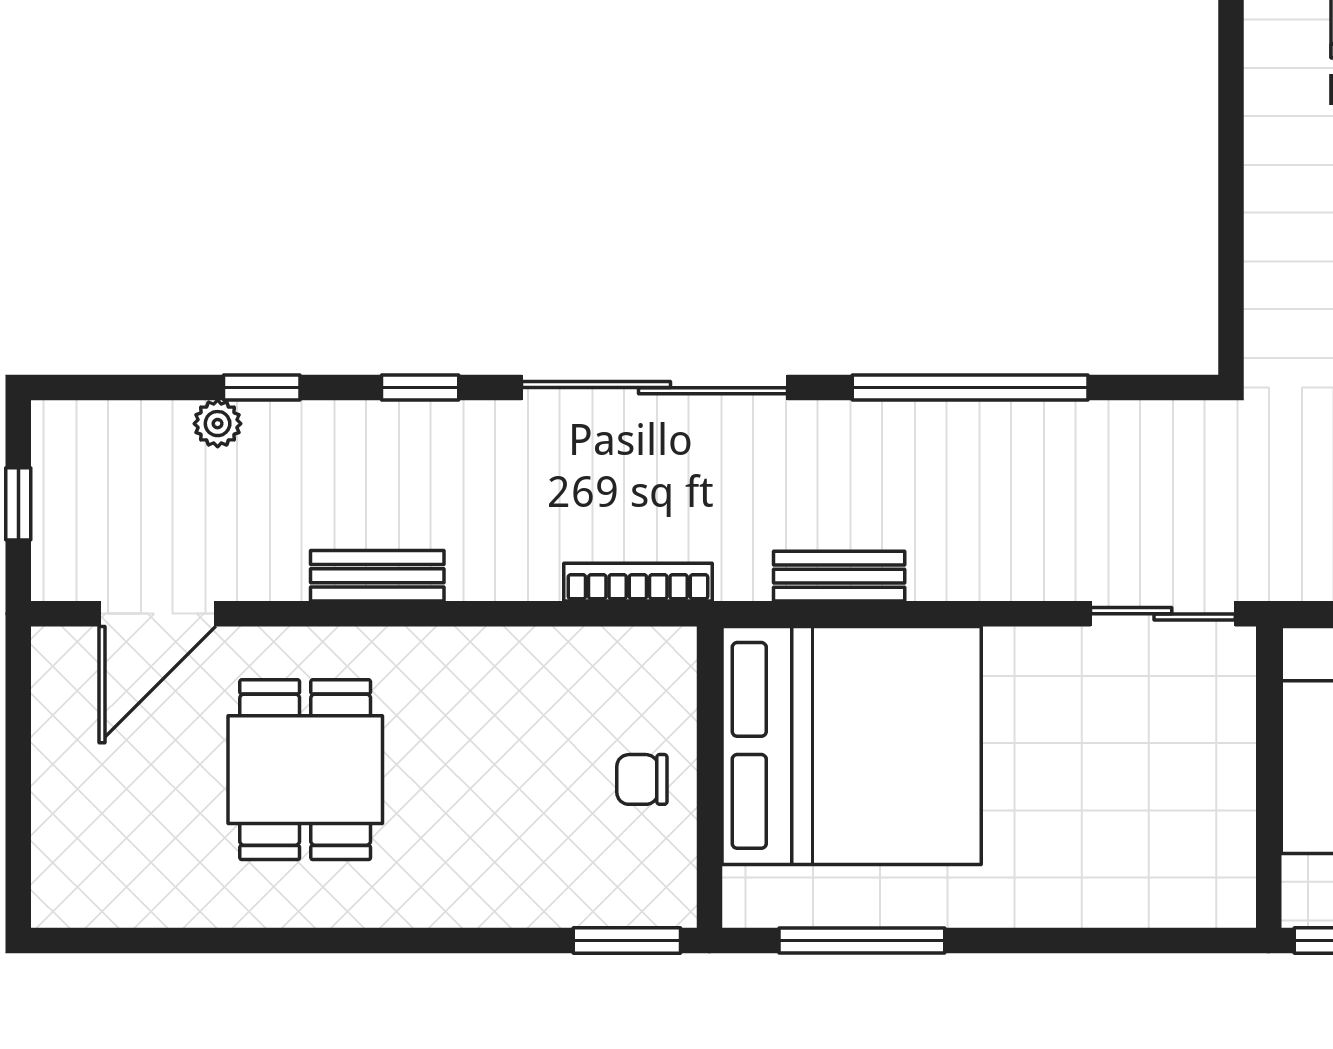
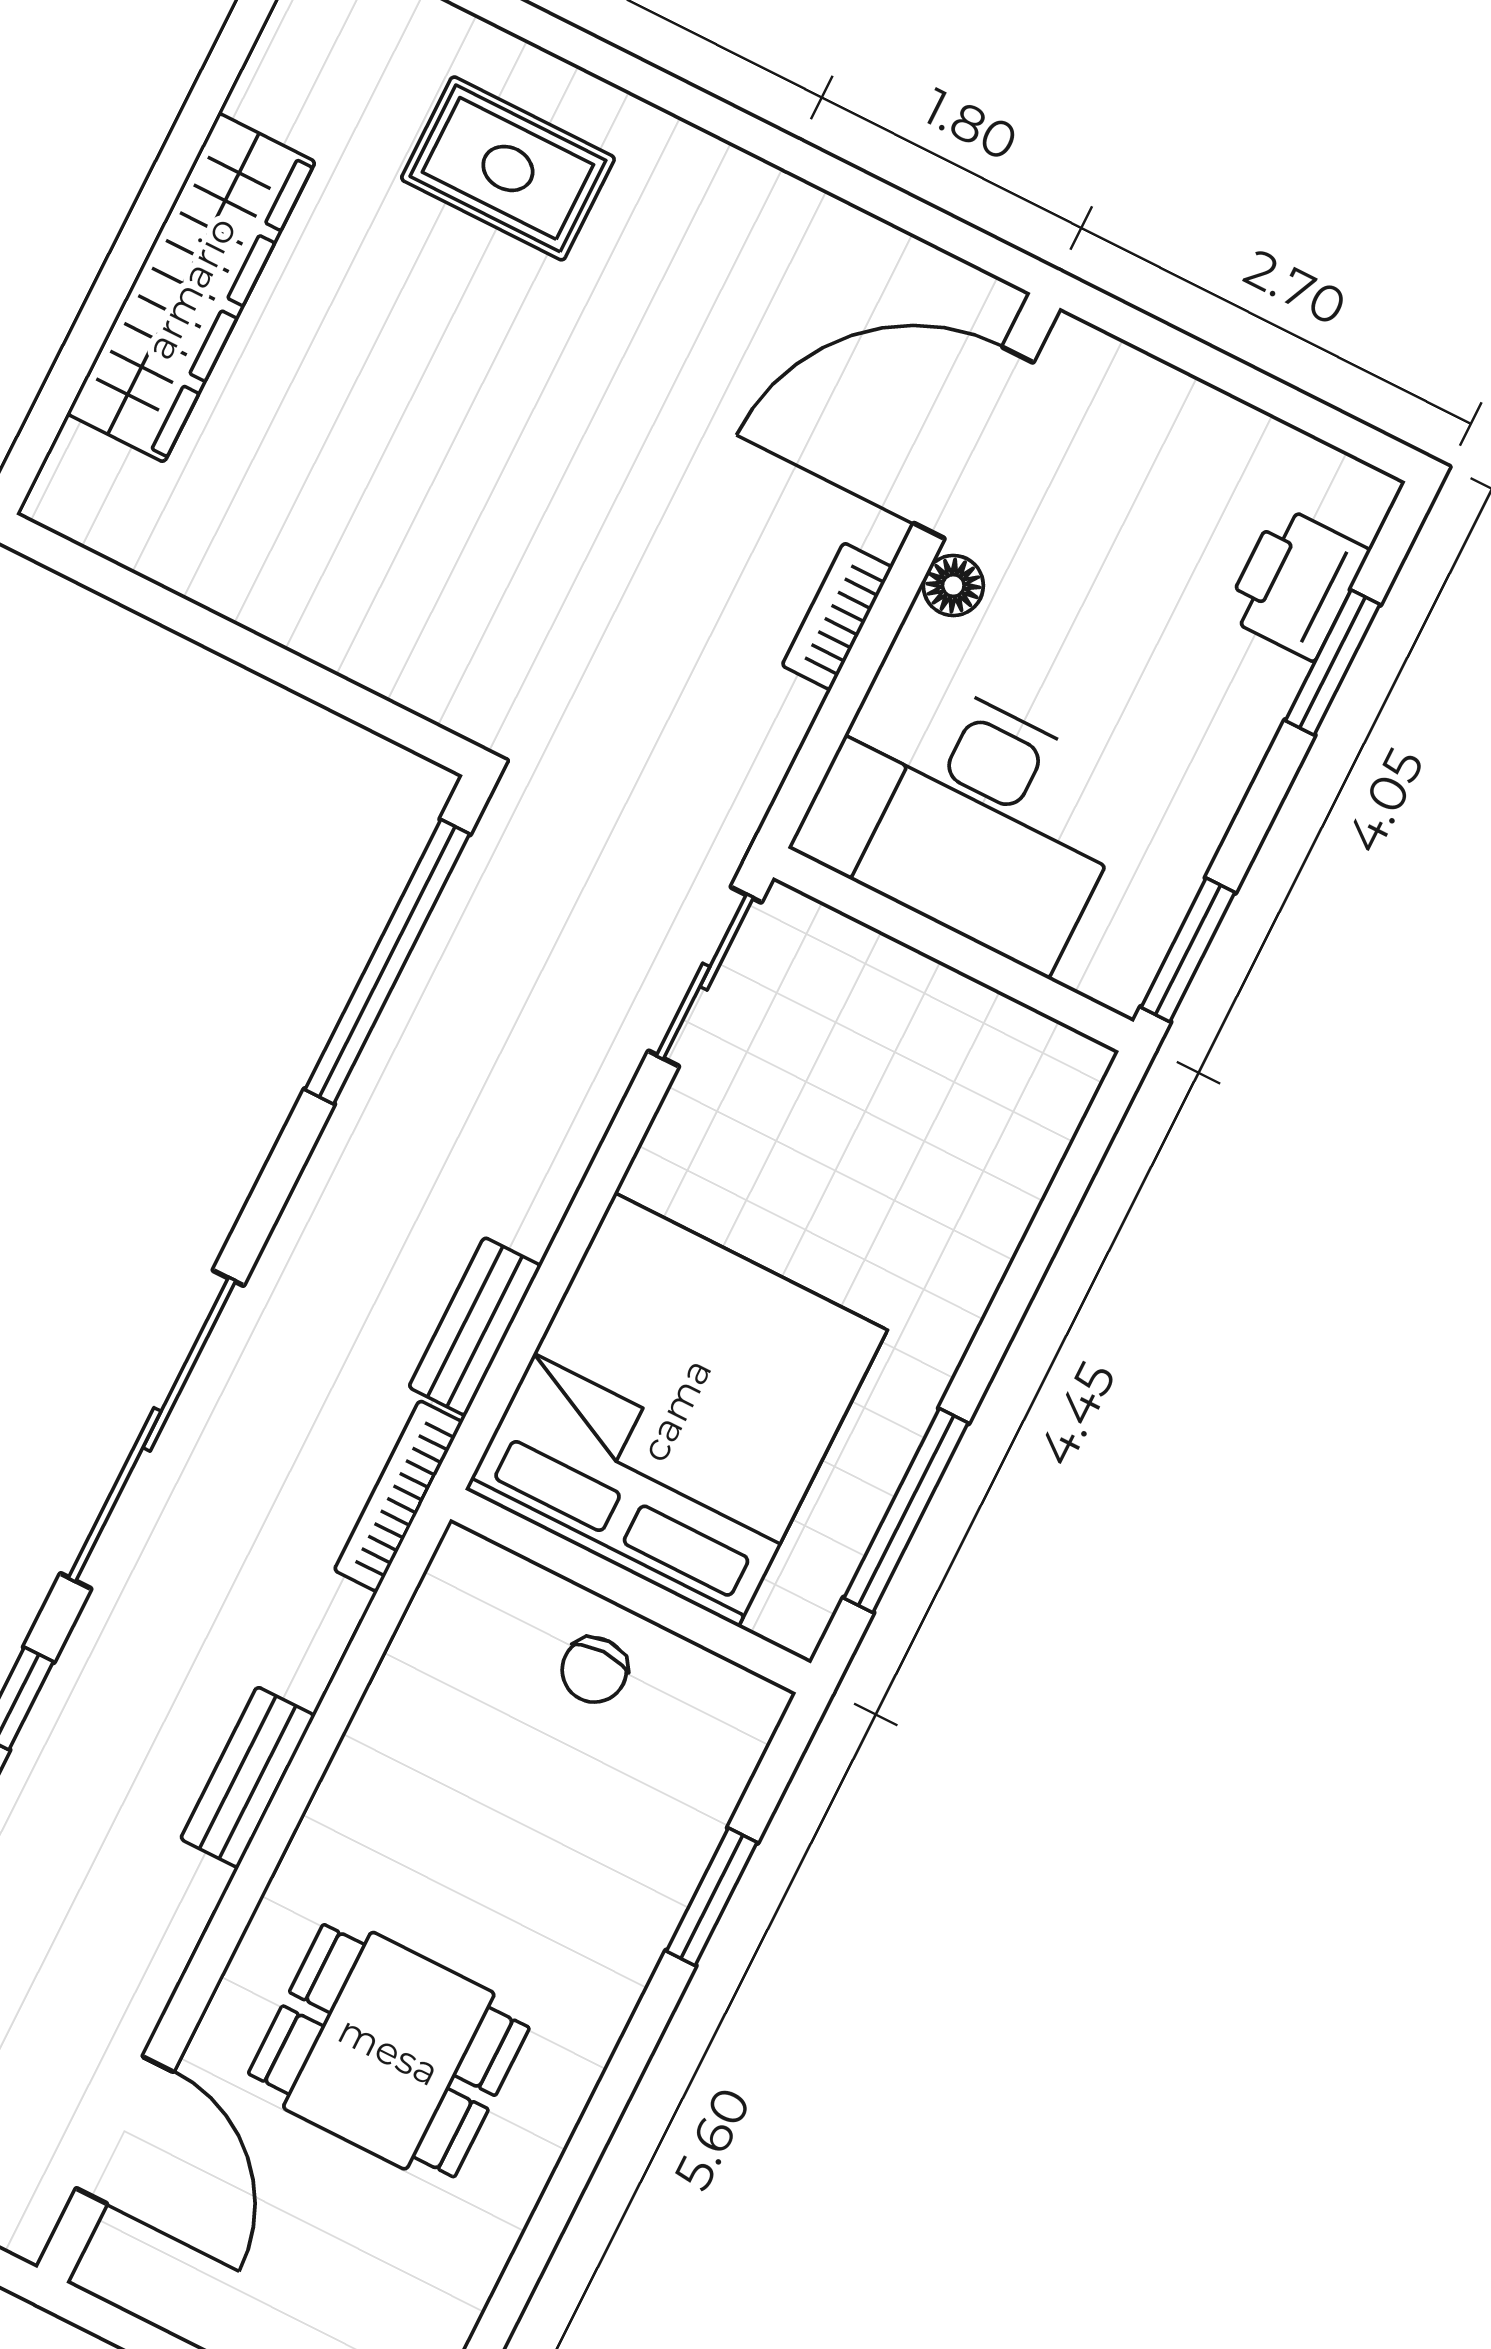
window: (970, 388) -> (387, 962), moved
bench: (377, 576) -> (248, 1777), moved
bookcase: (638, 582) -> (398, 1496), moved
window: (627, 940) -> (712, 1897), moved

